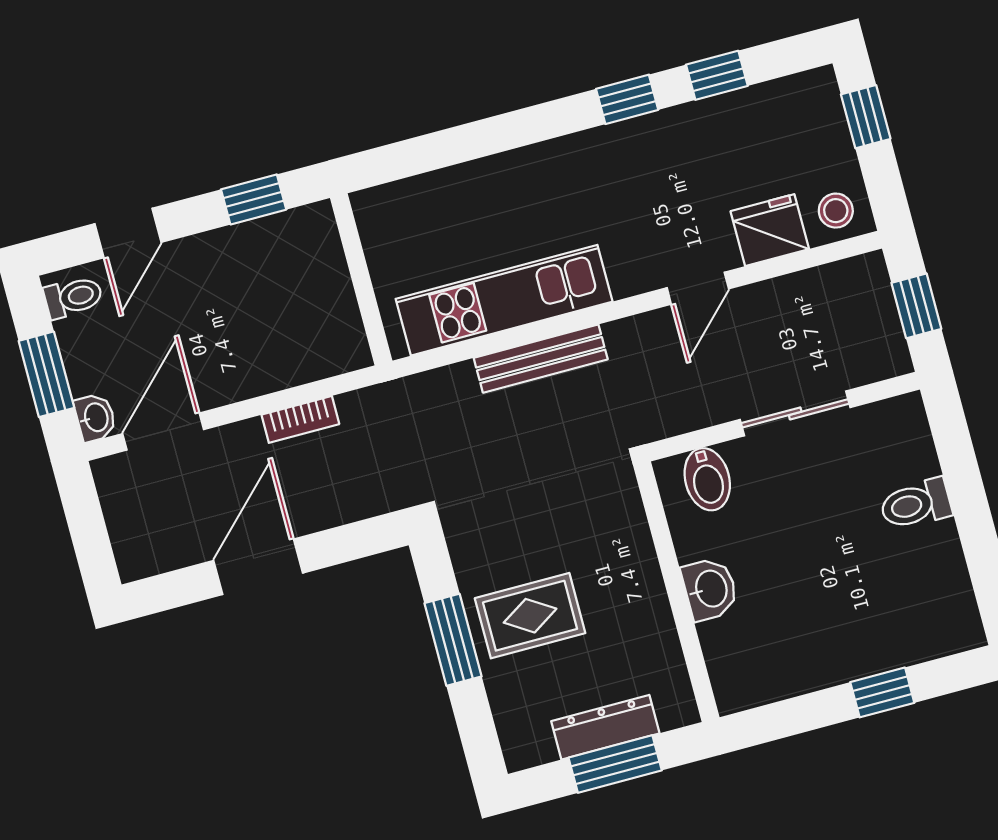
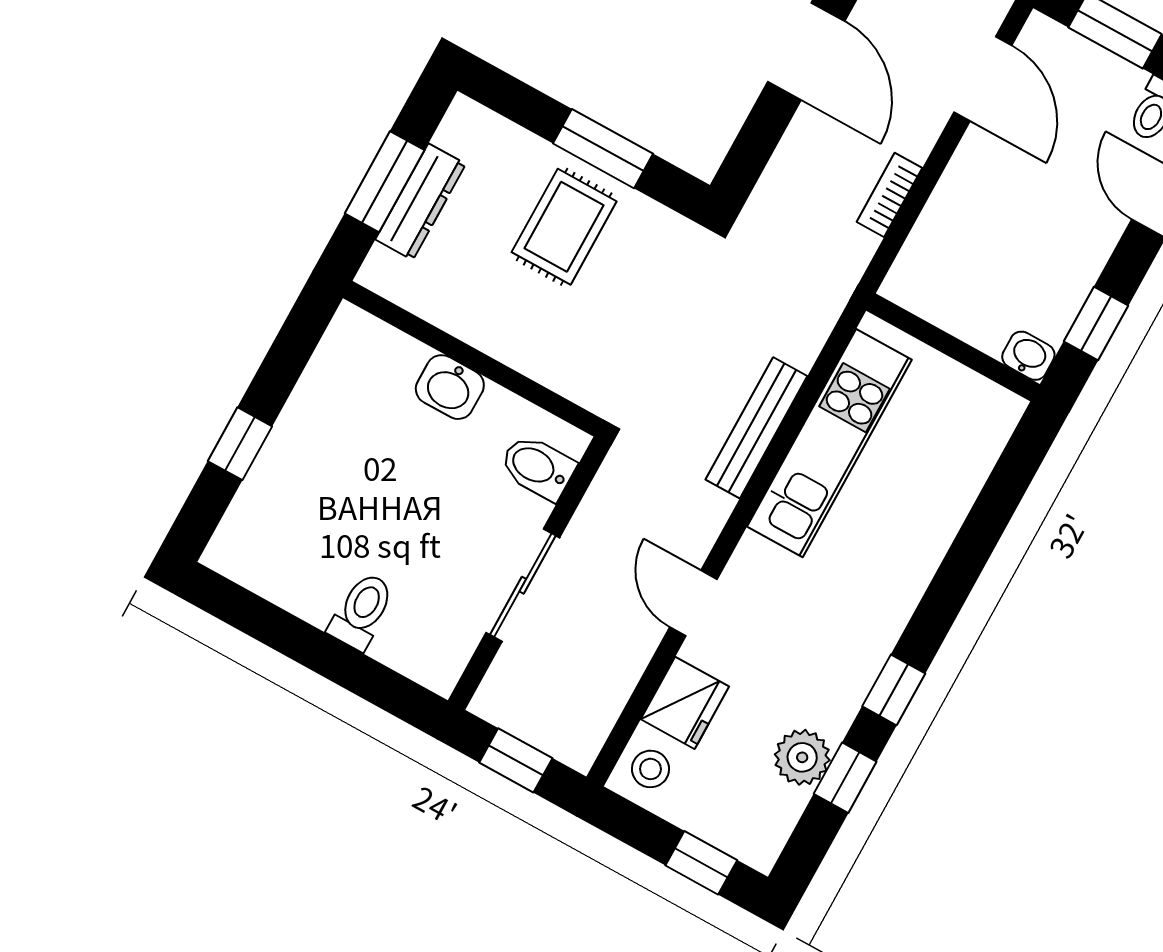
plant: (731, 117) -> (802, 757), added
washbasin: (95, 418) -> (1028, 356), moved, turned 180

